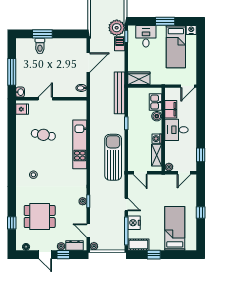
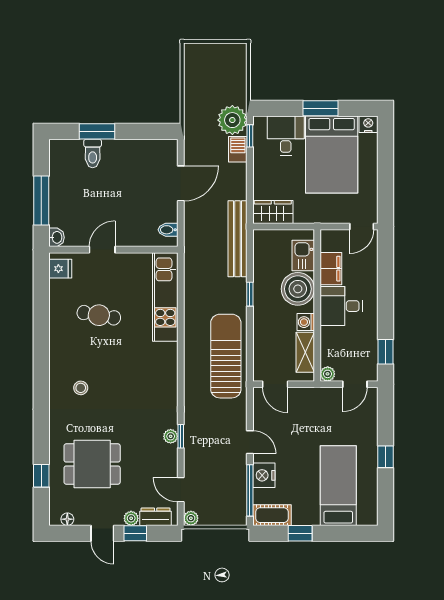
bed: (176, 47) -> (332, 155), width x1.50
boiler: (157, 116) -> (298, 289), width x1.86, depth x1.86
kitchen unit: (80, 144) -> (165, 297), moved

